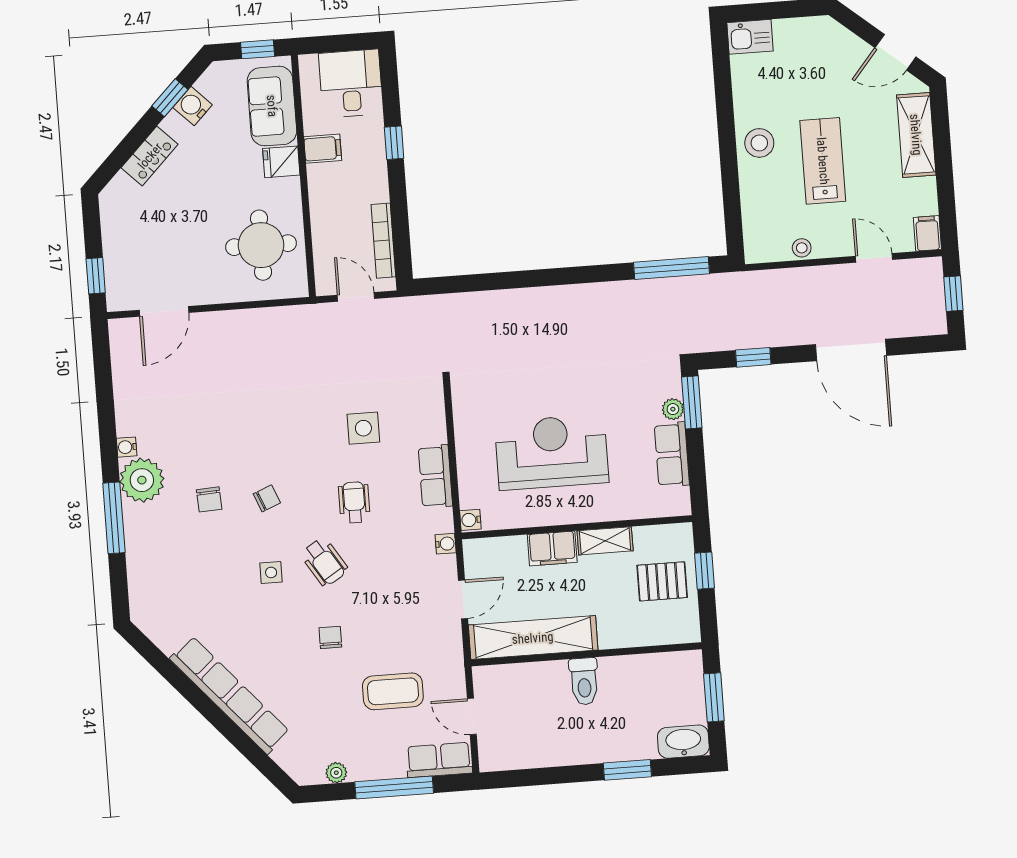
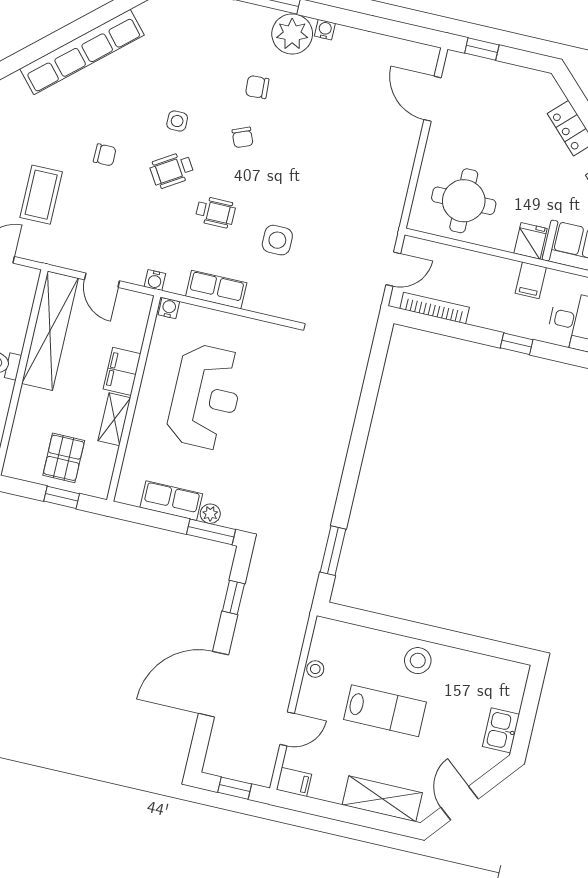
kitchen sink: (750, 37) -> (501, 730), moved
window: (672, 268) -> (333, 551), width x0.69

